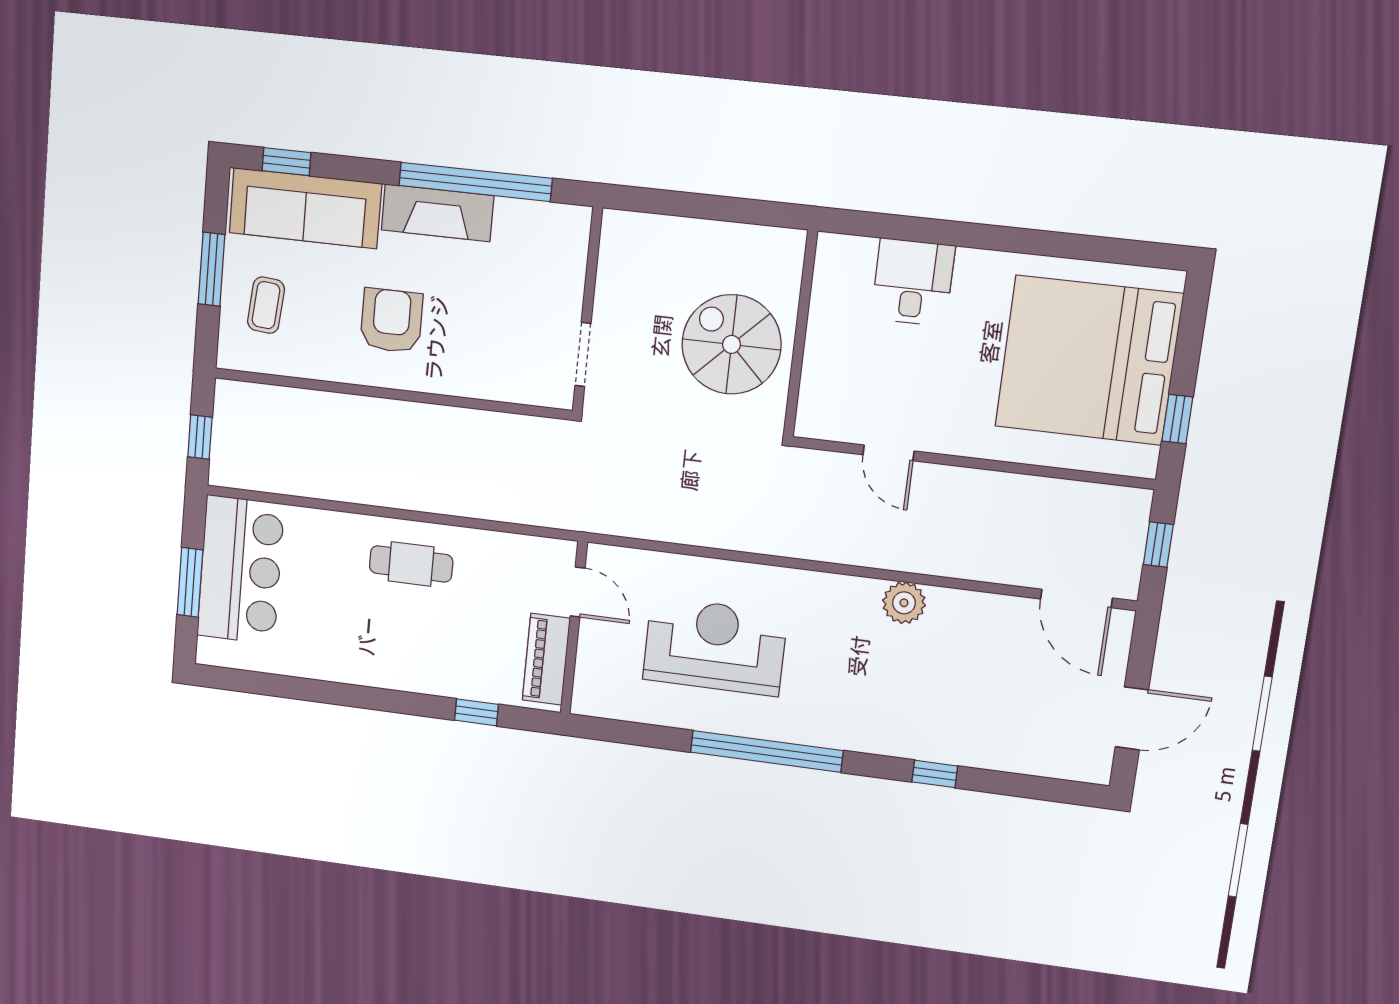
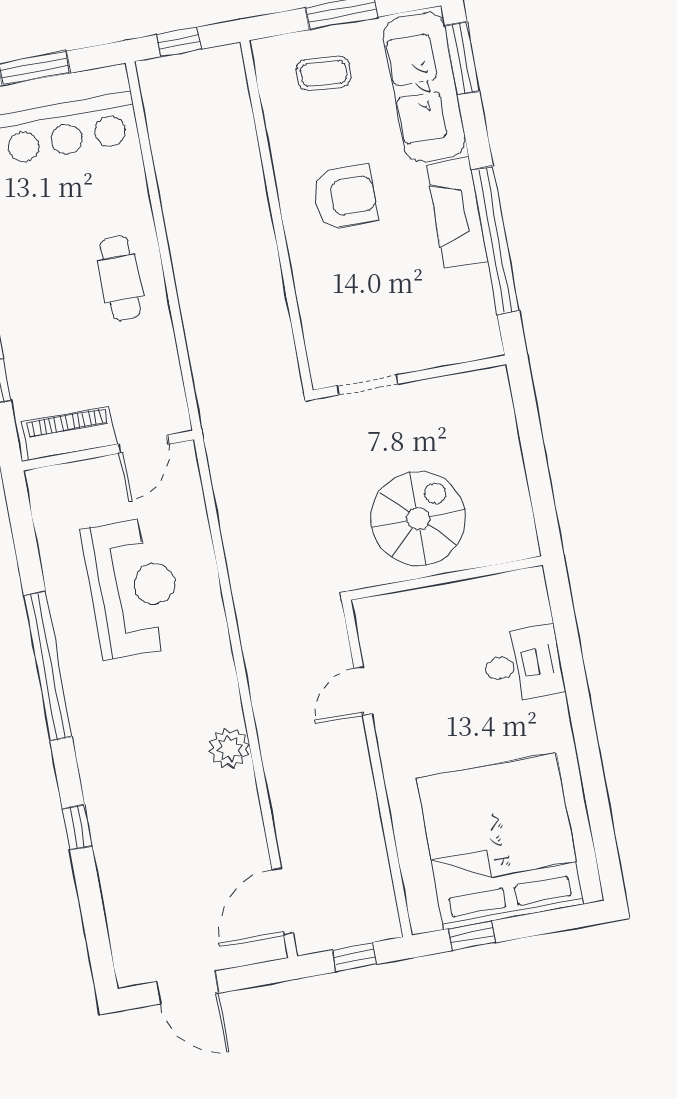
window: (286, 162) -> (462, 58), width x1.50

